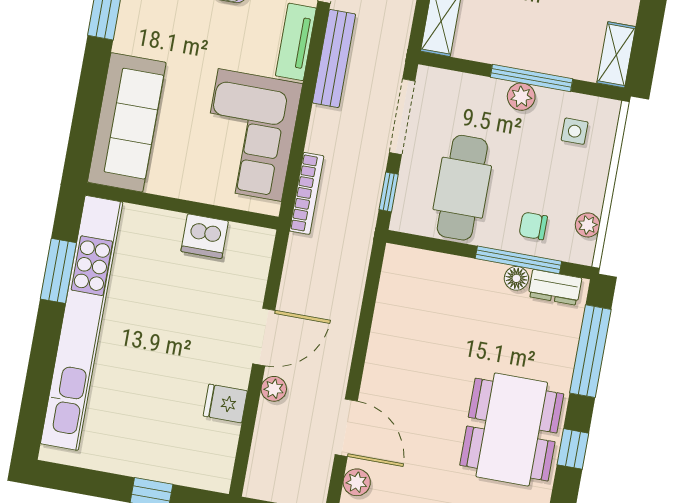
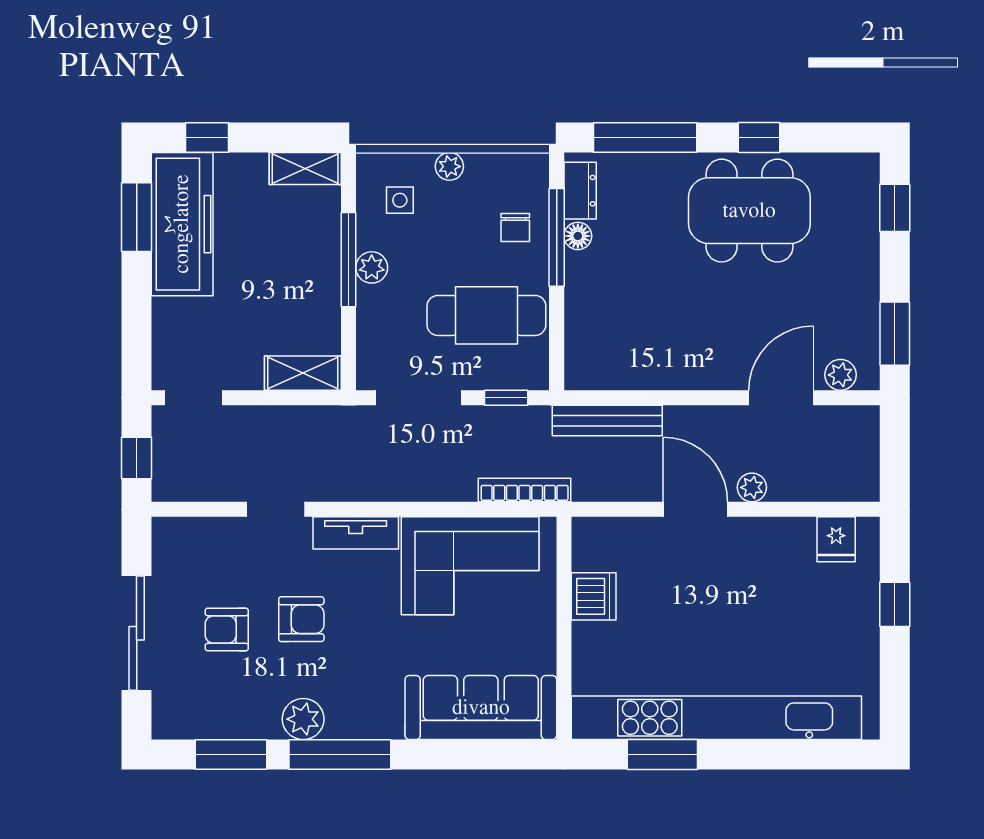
bench: (334, 59) -> (607, 421), moved
plant: (588, 225) -> (449, 166), moved
fridge: (225, 403) -> (836, 539), moved

